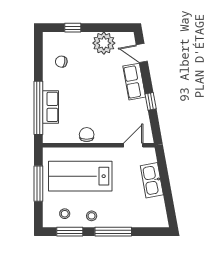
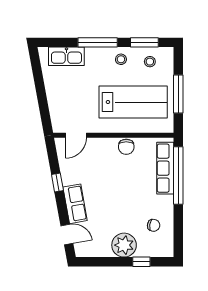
plant: (104, 43) -> (124, 245), moved
row of seats: (50, 107) -> (165, 168), width x1.48
kitchen sink: (152, 180) -> (66, 56), moved, turned 100

